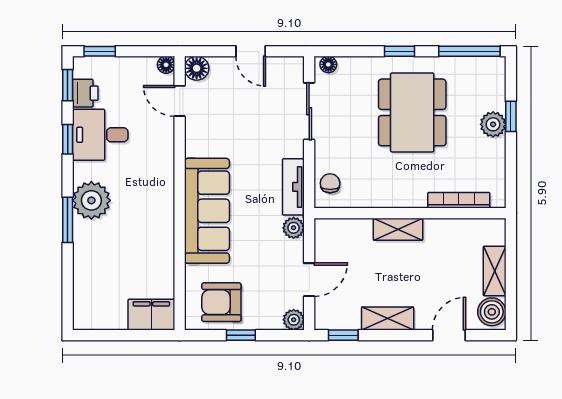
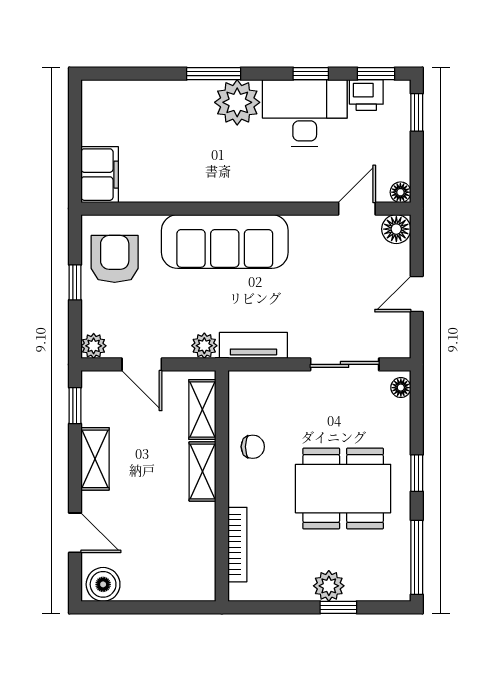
desk: (100, 135) -> (305, 113), width x1.37
chair: (330, 183) -> (253, 447), moved
shelving: (495, 271) -> (202, 409), moved, turned 90

